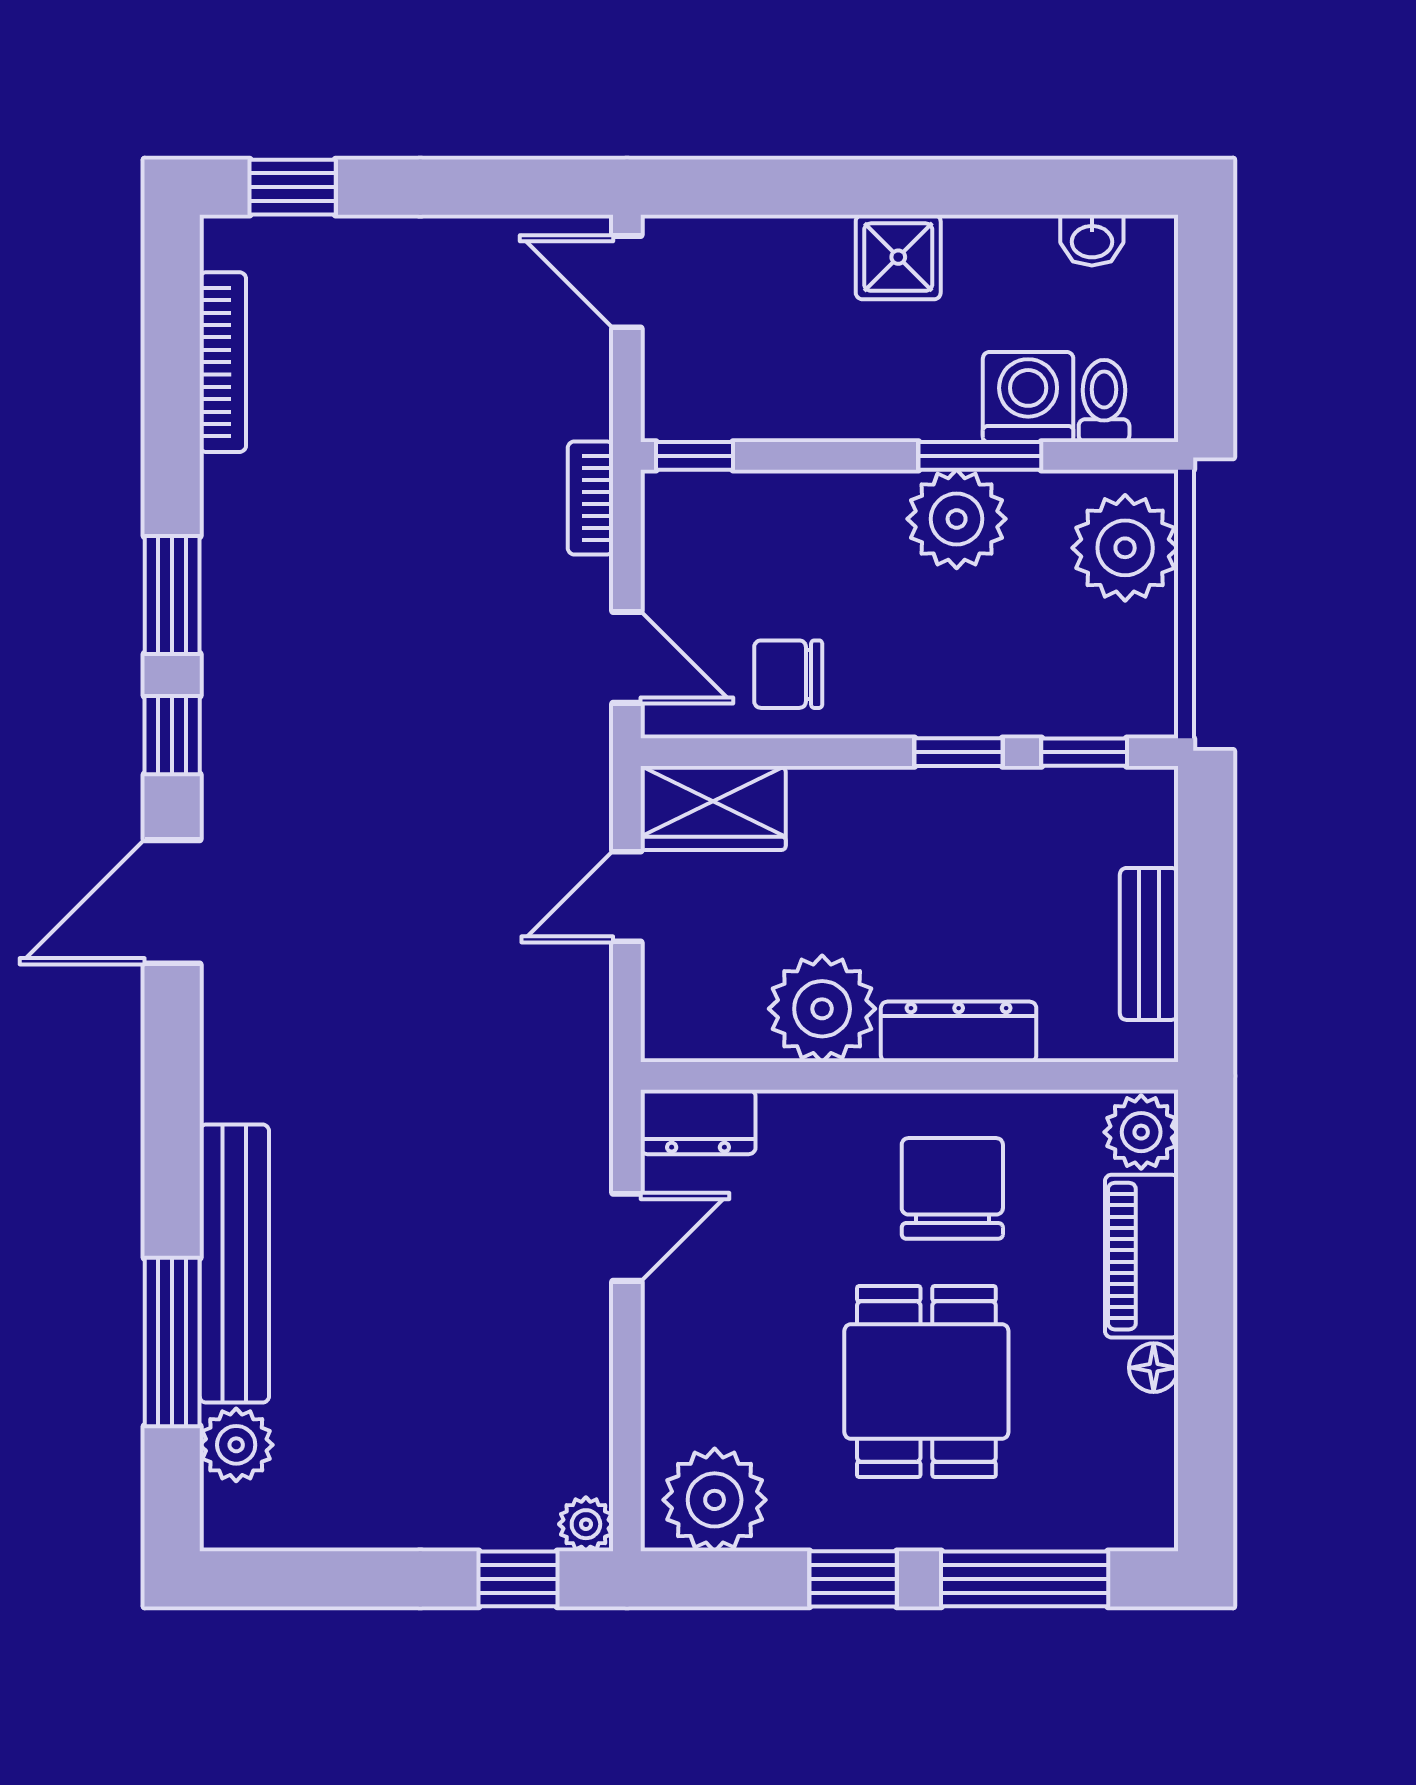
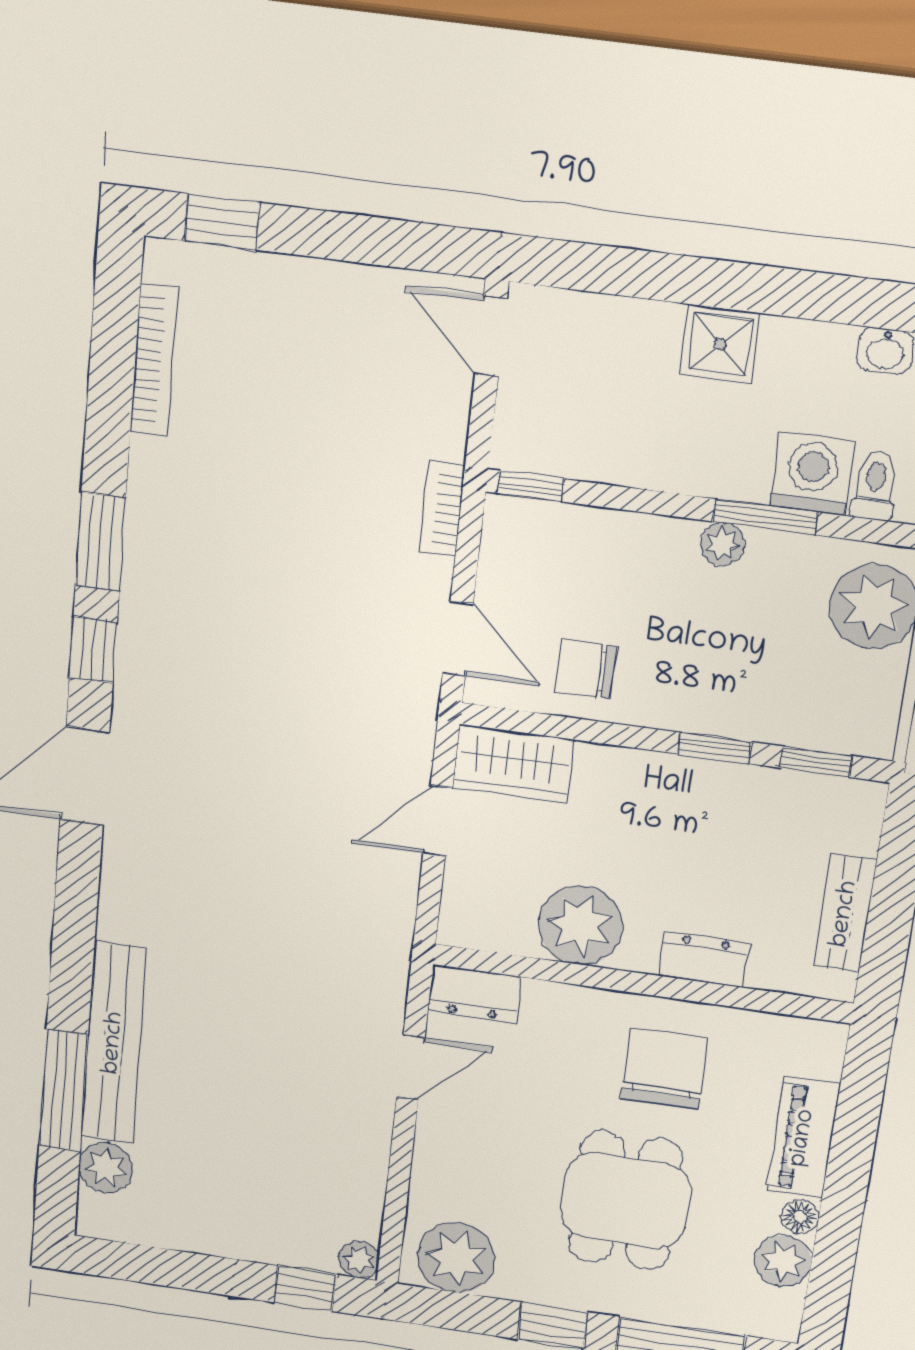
plant: (957, 519) -> (722, 544), width x0.53, depth x0.53
dresser: (959, 1032) -> (703, 960), width x0.70
plant: (1141, 1132) -> (783, 1261), moved

